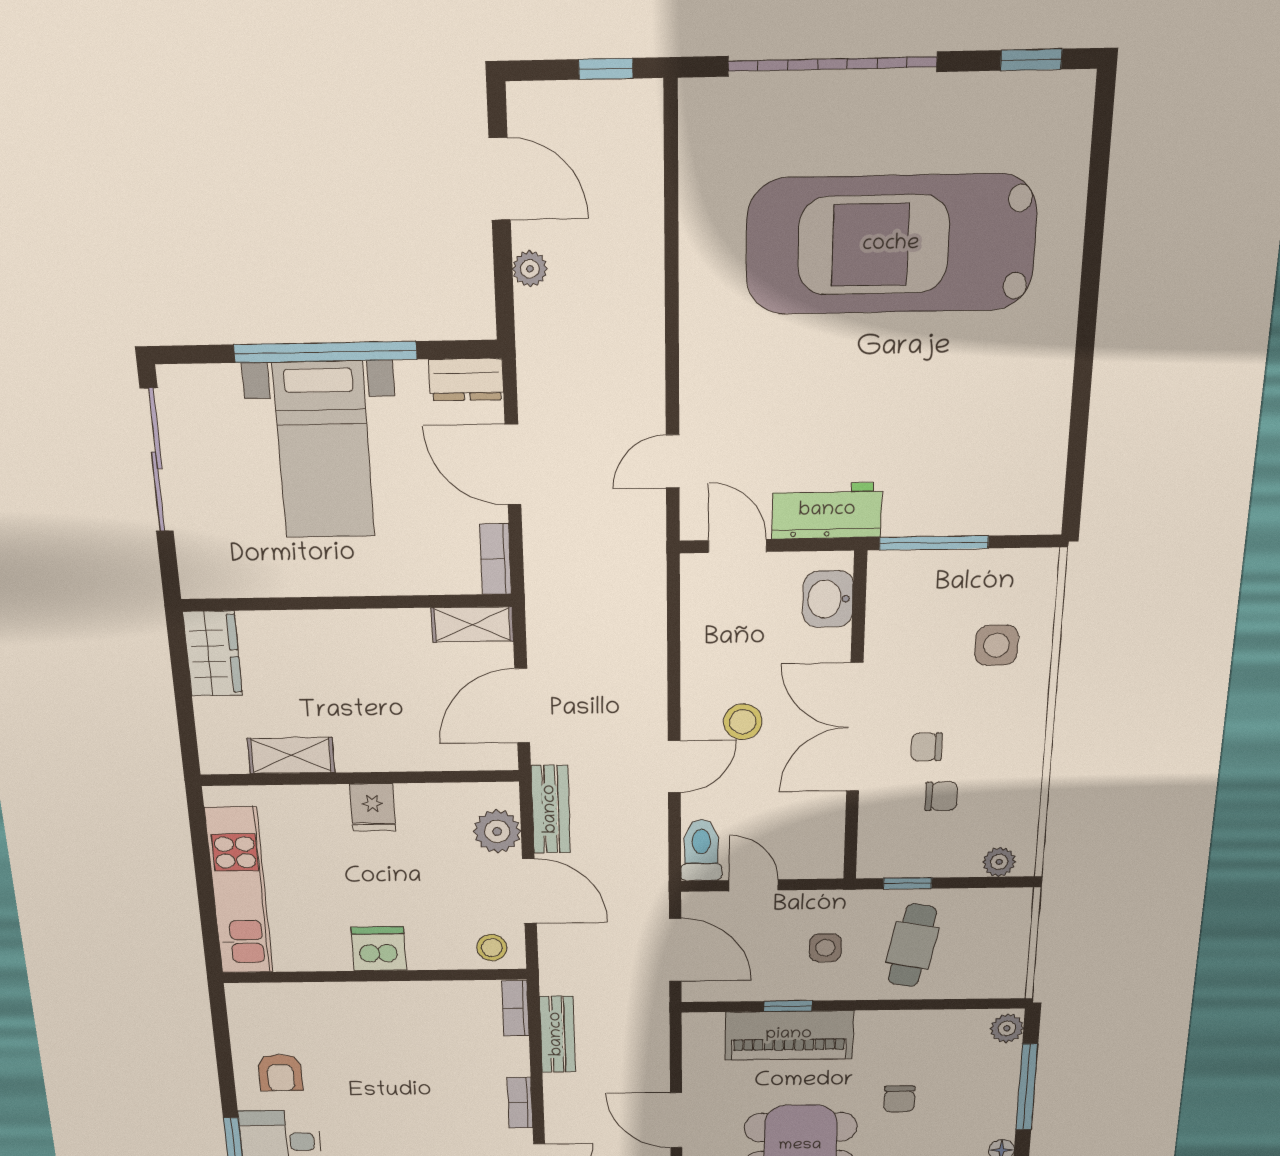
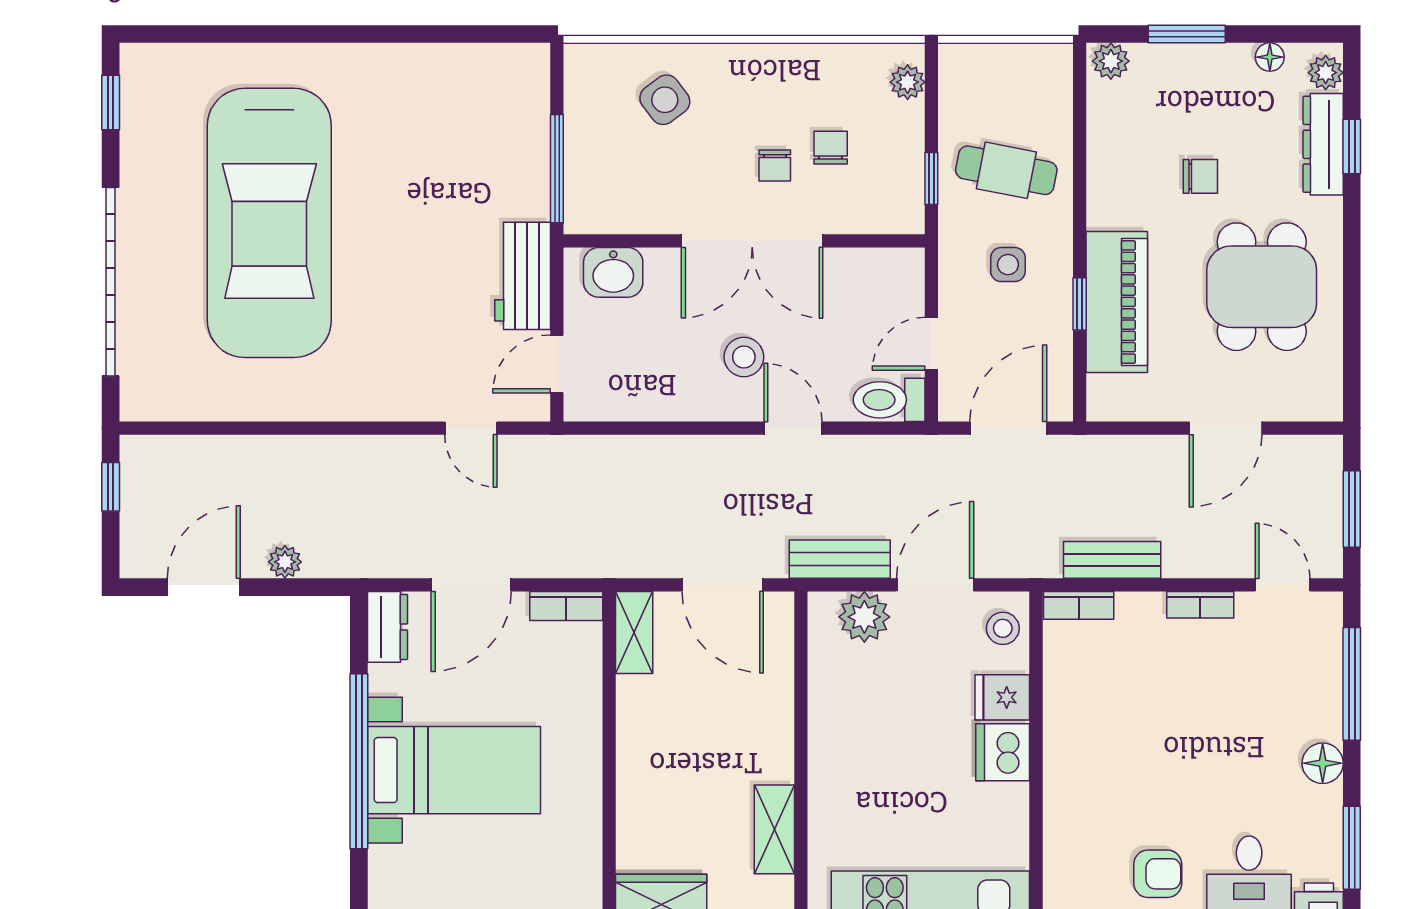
side table: (997, 645) -> (665, 100), turned -37
fridge: (372, 807) -> (1002, 697), moved, turned 180
window: (1027, 1087) -> (1187, 34), width x0.69

